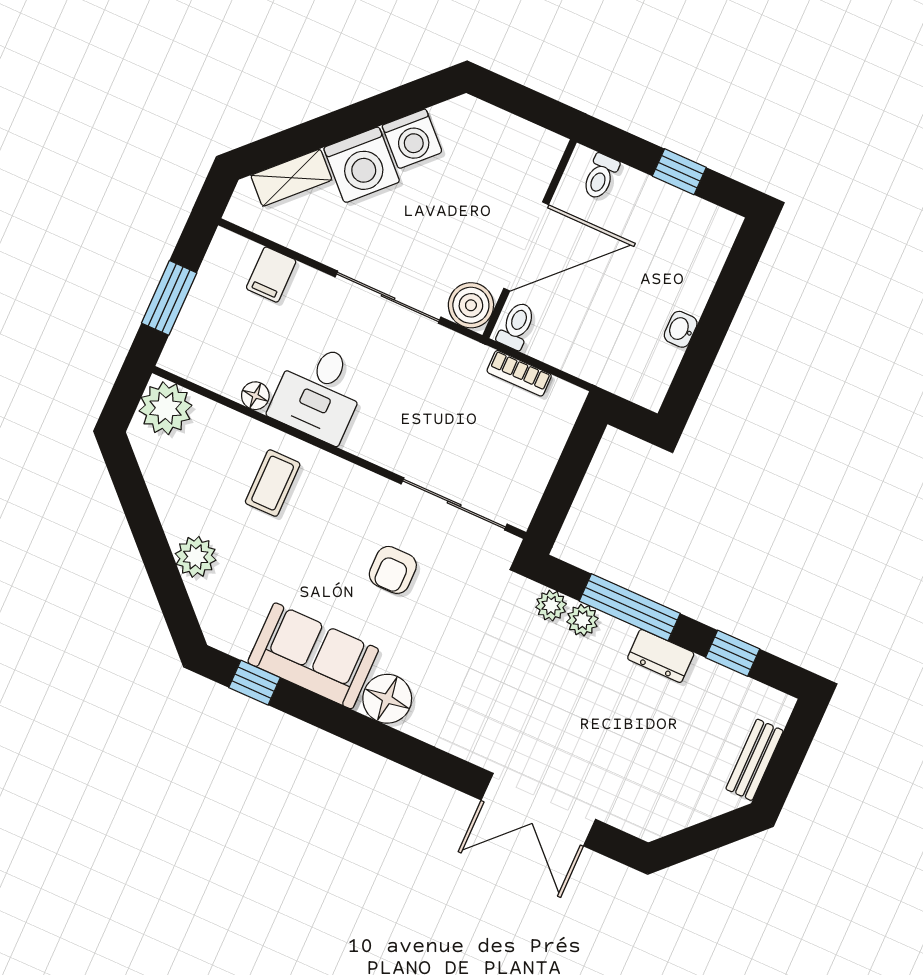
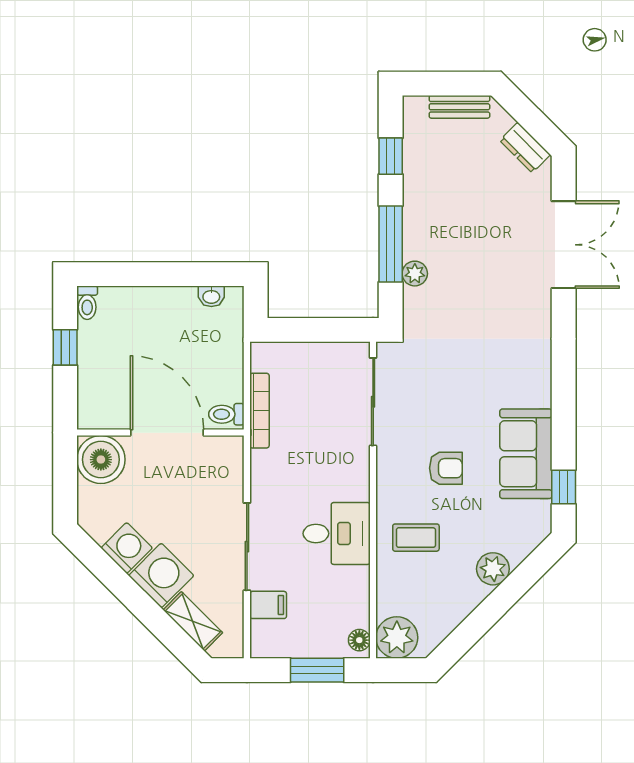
toilet: (600, 177) -> (87, 303), moved, turned 90
sliding door: (388, 297) -> (247, 547), moved
boiler: (471, 305) -> (101, 460), moved, width x1.37, depth x1.37
washbasin: (681, 329) -> (211, 296), moved
bookcase: (519, 373) -> (259, 411), width x1.56
floor lamp: (255, 396) -> (359, 640), moved
armchair: (393, 570) -> (446, 468), moved
plant: (551, 606) -> (414, 301), removed
dresser: (661, 656) -> (525, 148), moved, turned 135
floor lamp: (387, 699) -> (533, 387), removed

